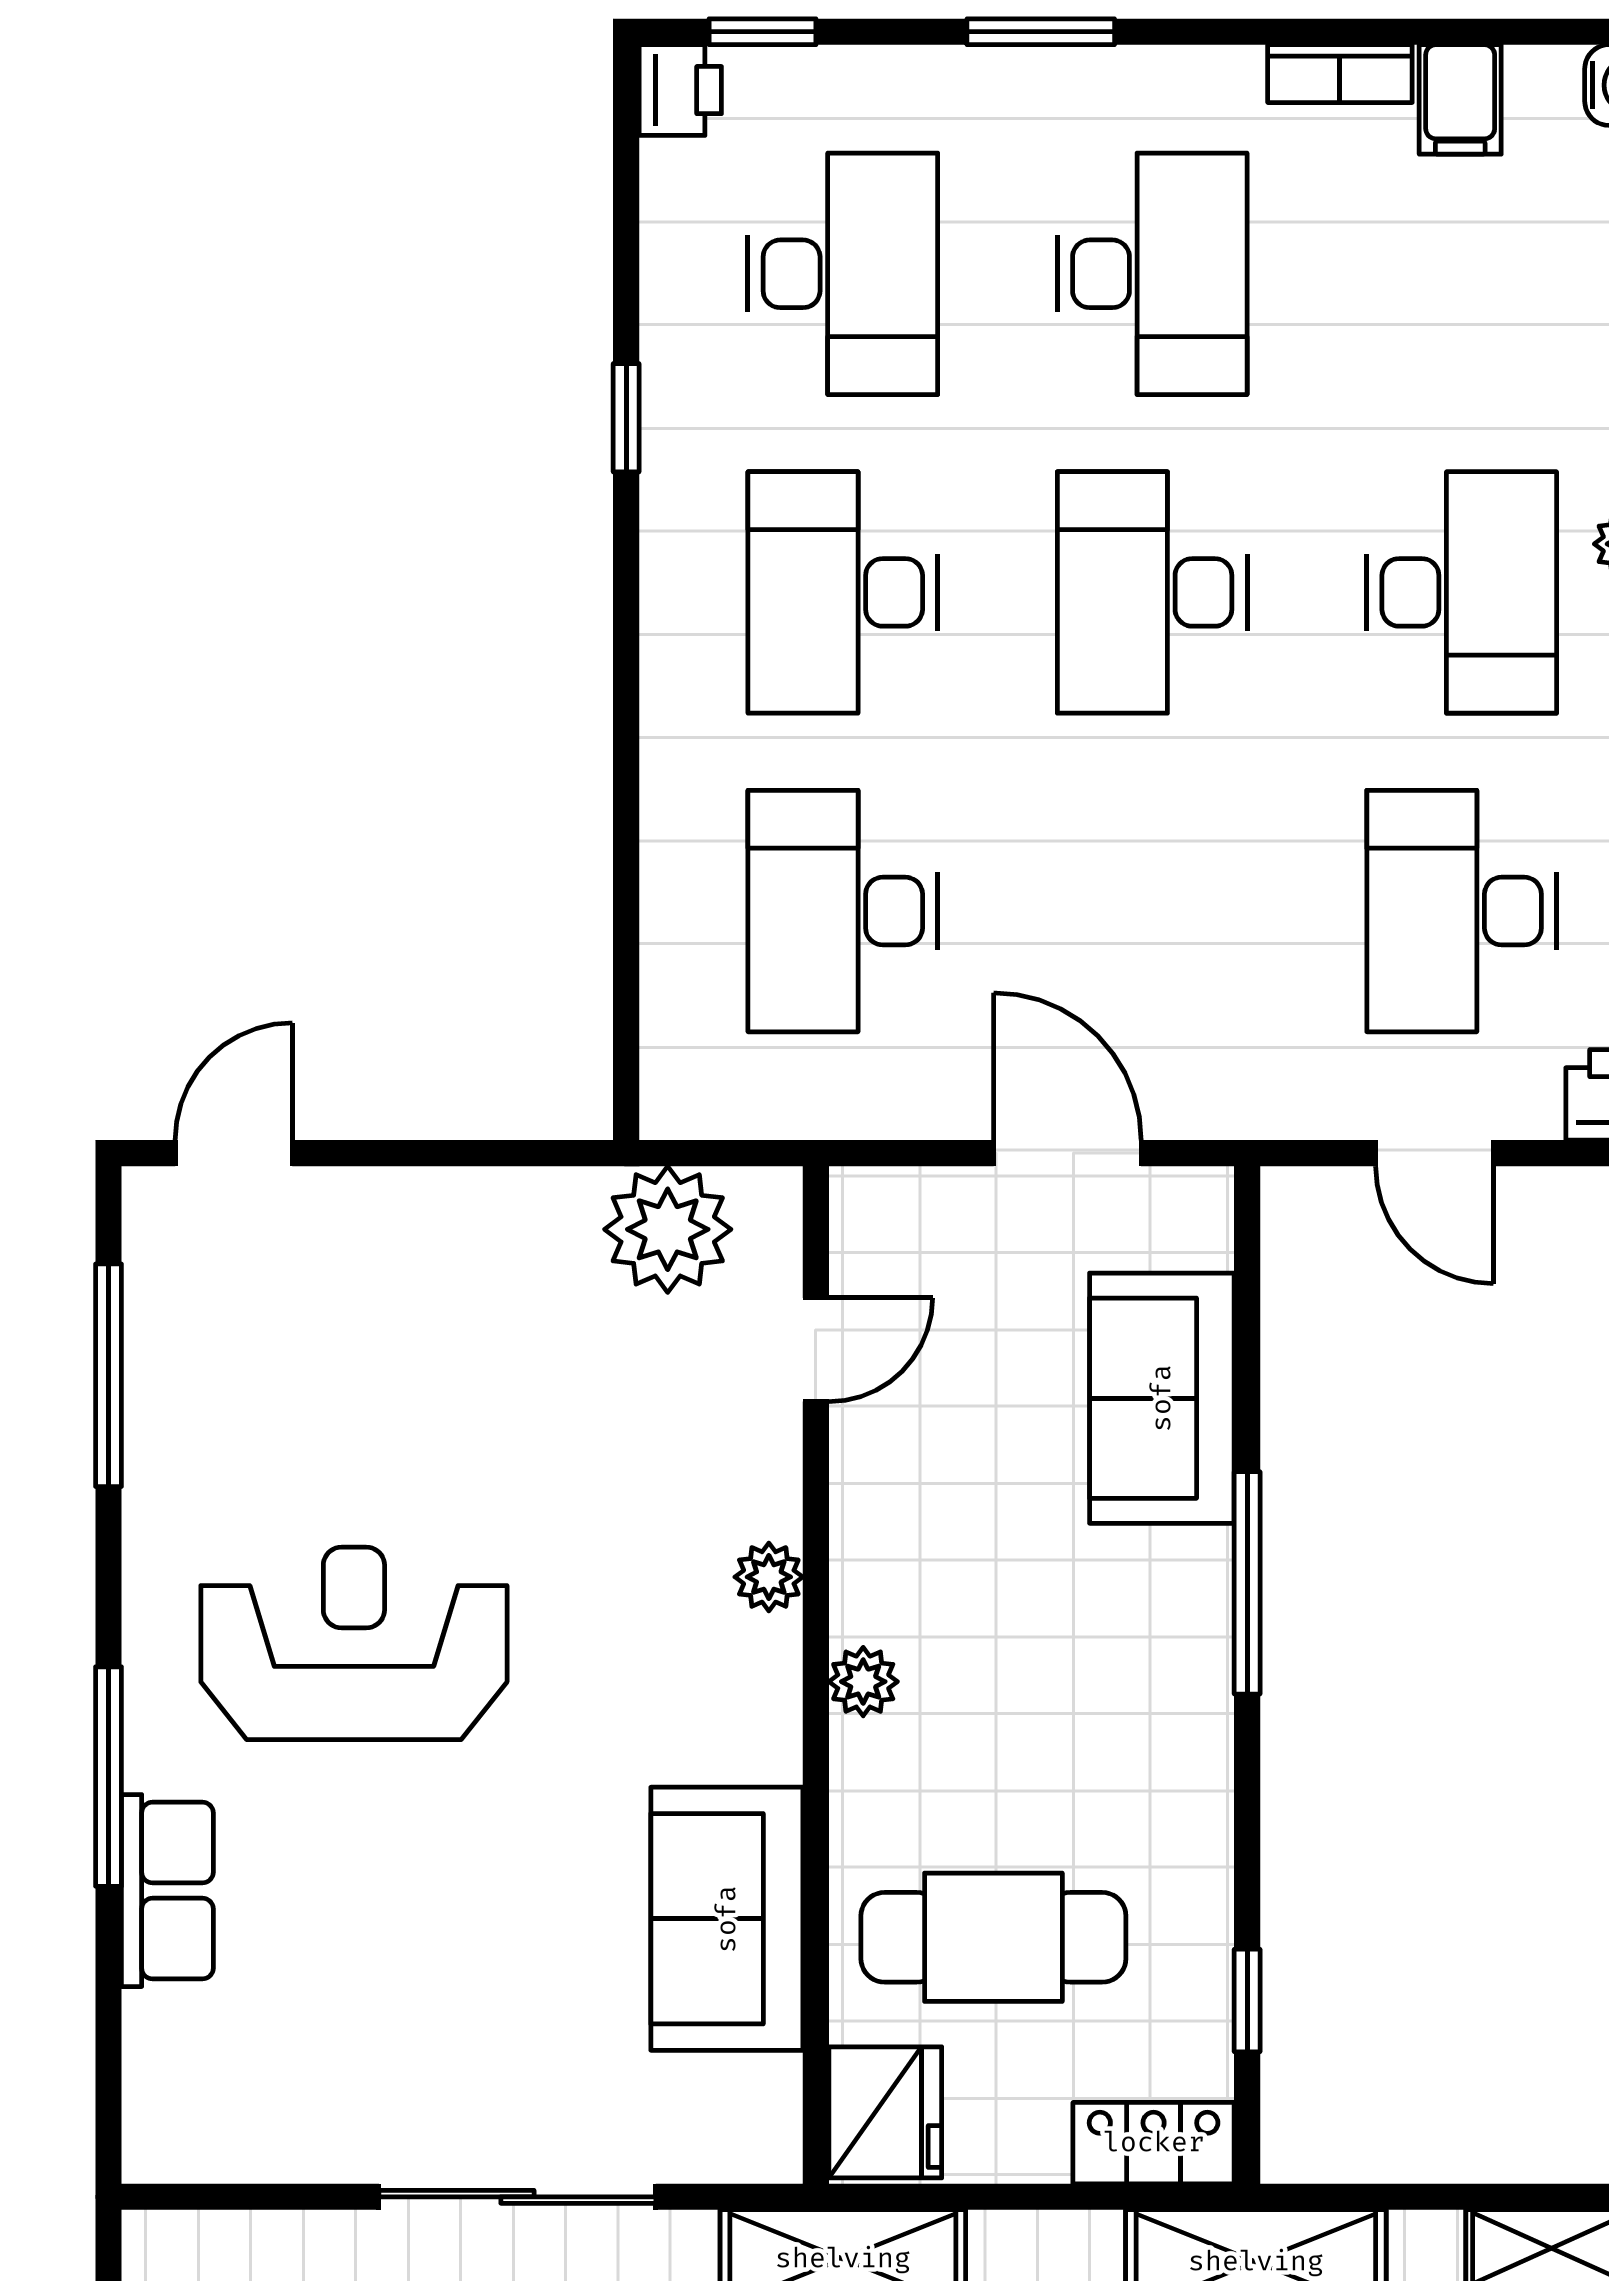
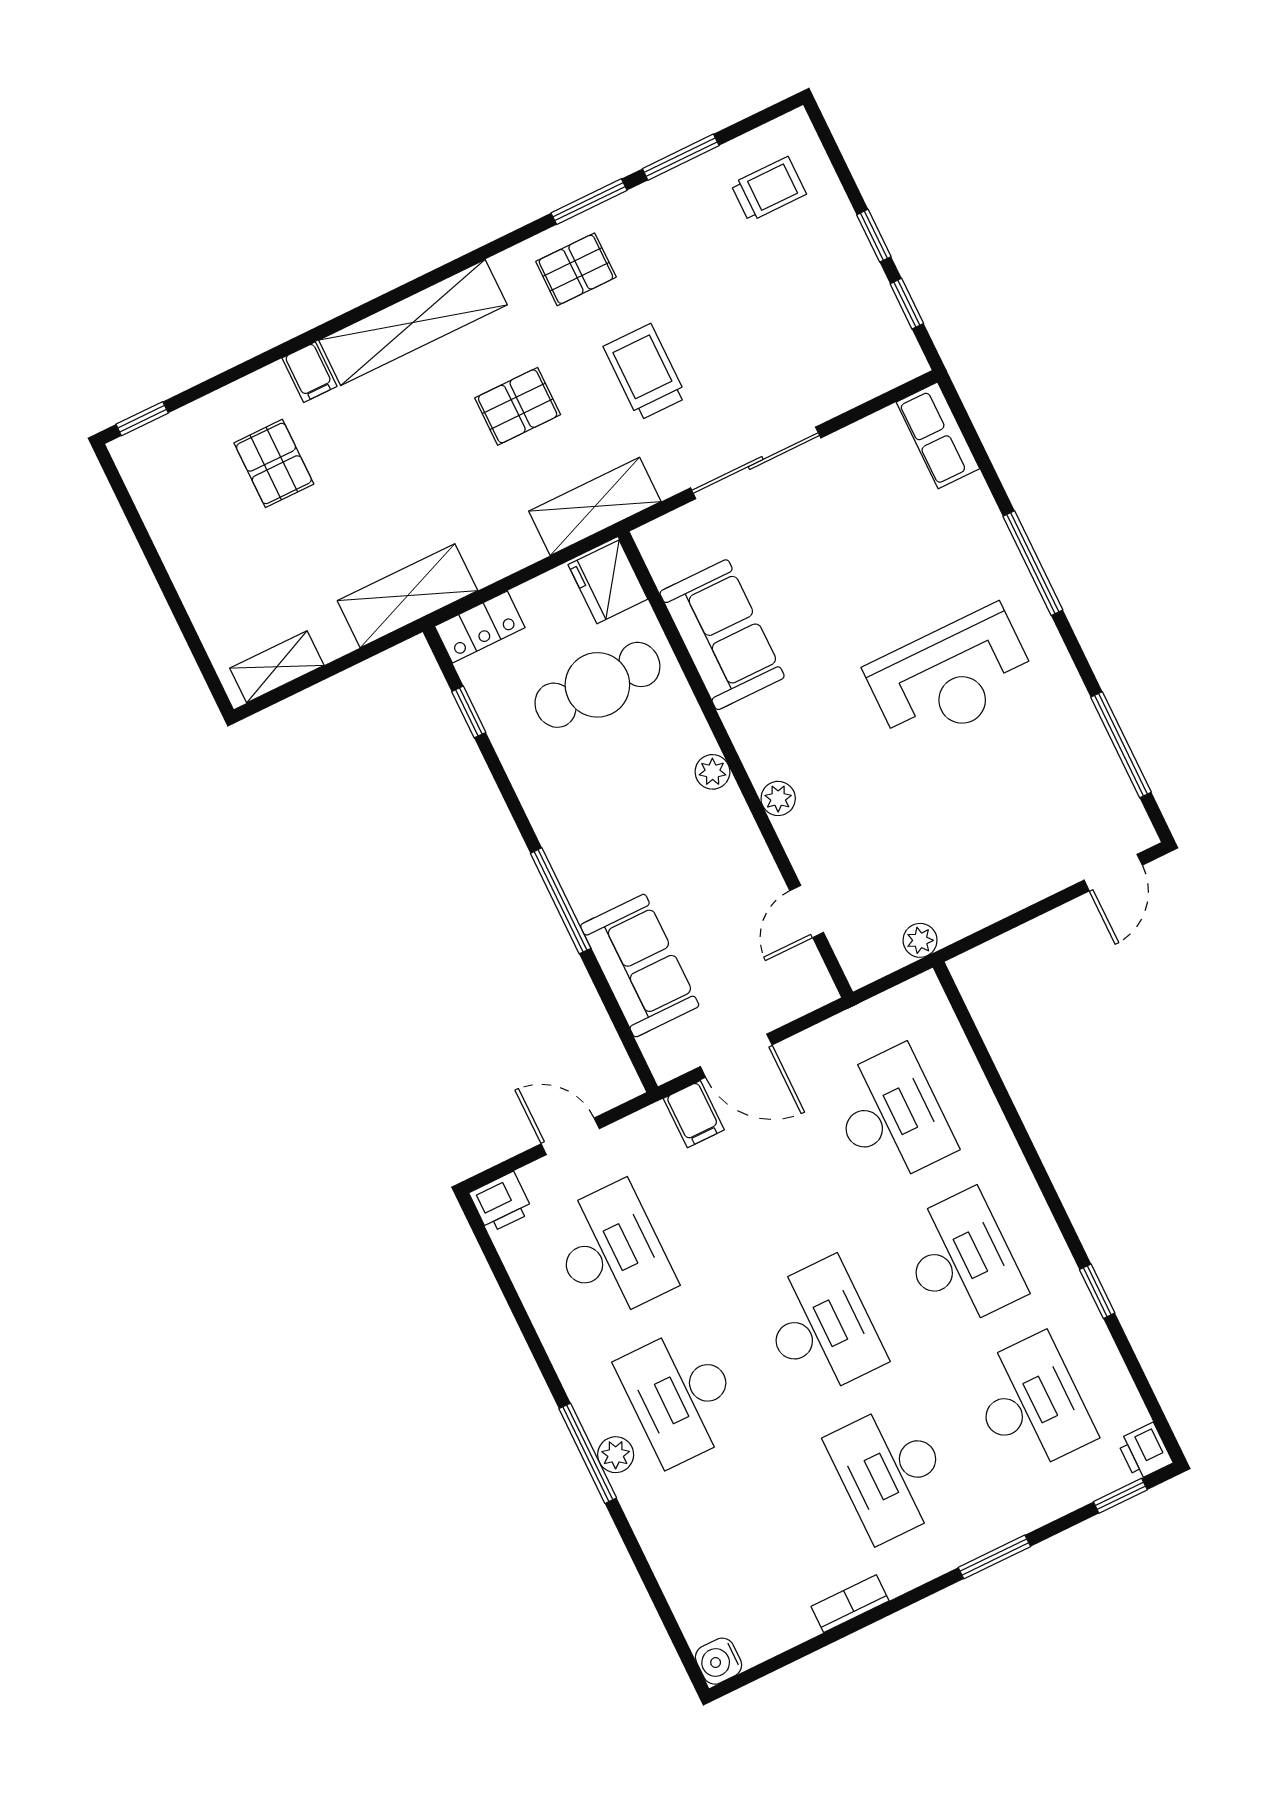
filing cabinet: (1460, 99) -> (694, 1114), moved, turned 180
desk: (843, 274) -> (1031, 1404), turned 180
plant: (668, 1229) -> (920, 940), width x0.53, depth x0.53
row of seats: (167, 1891) -> (938, 435), moved

